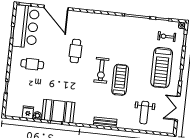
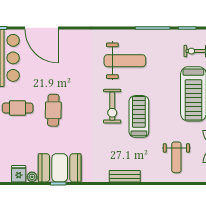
weight bench: (114, 38) -> (125, 61), added
cafe table: (75, 51) -> (53, 110), moved

